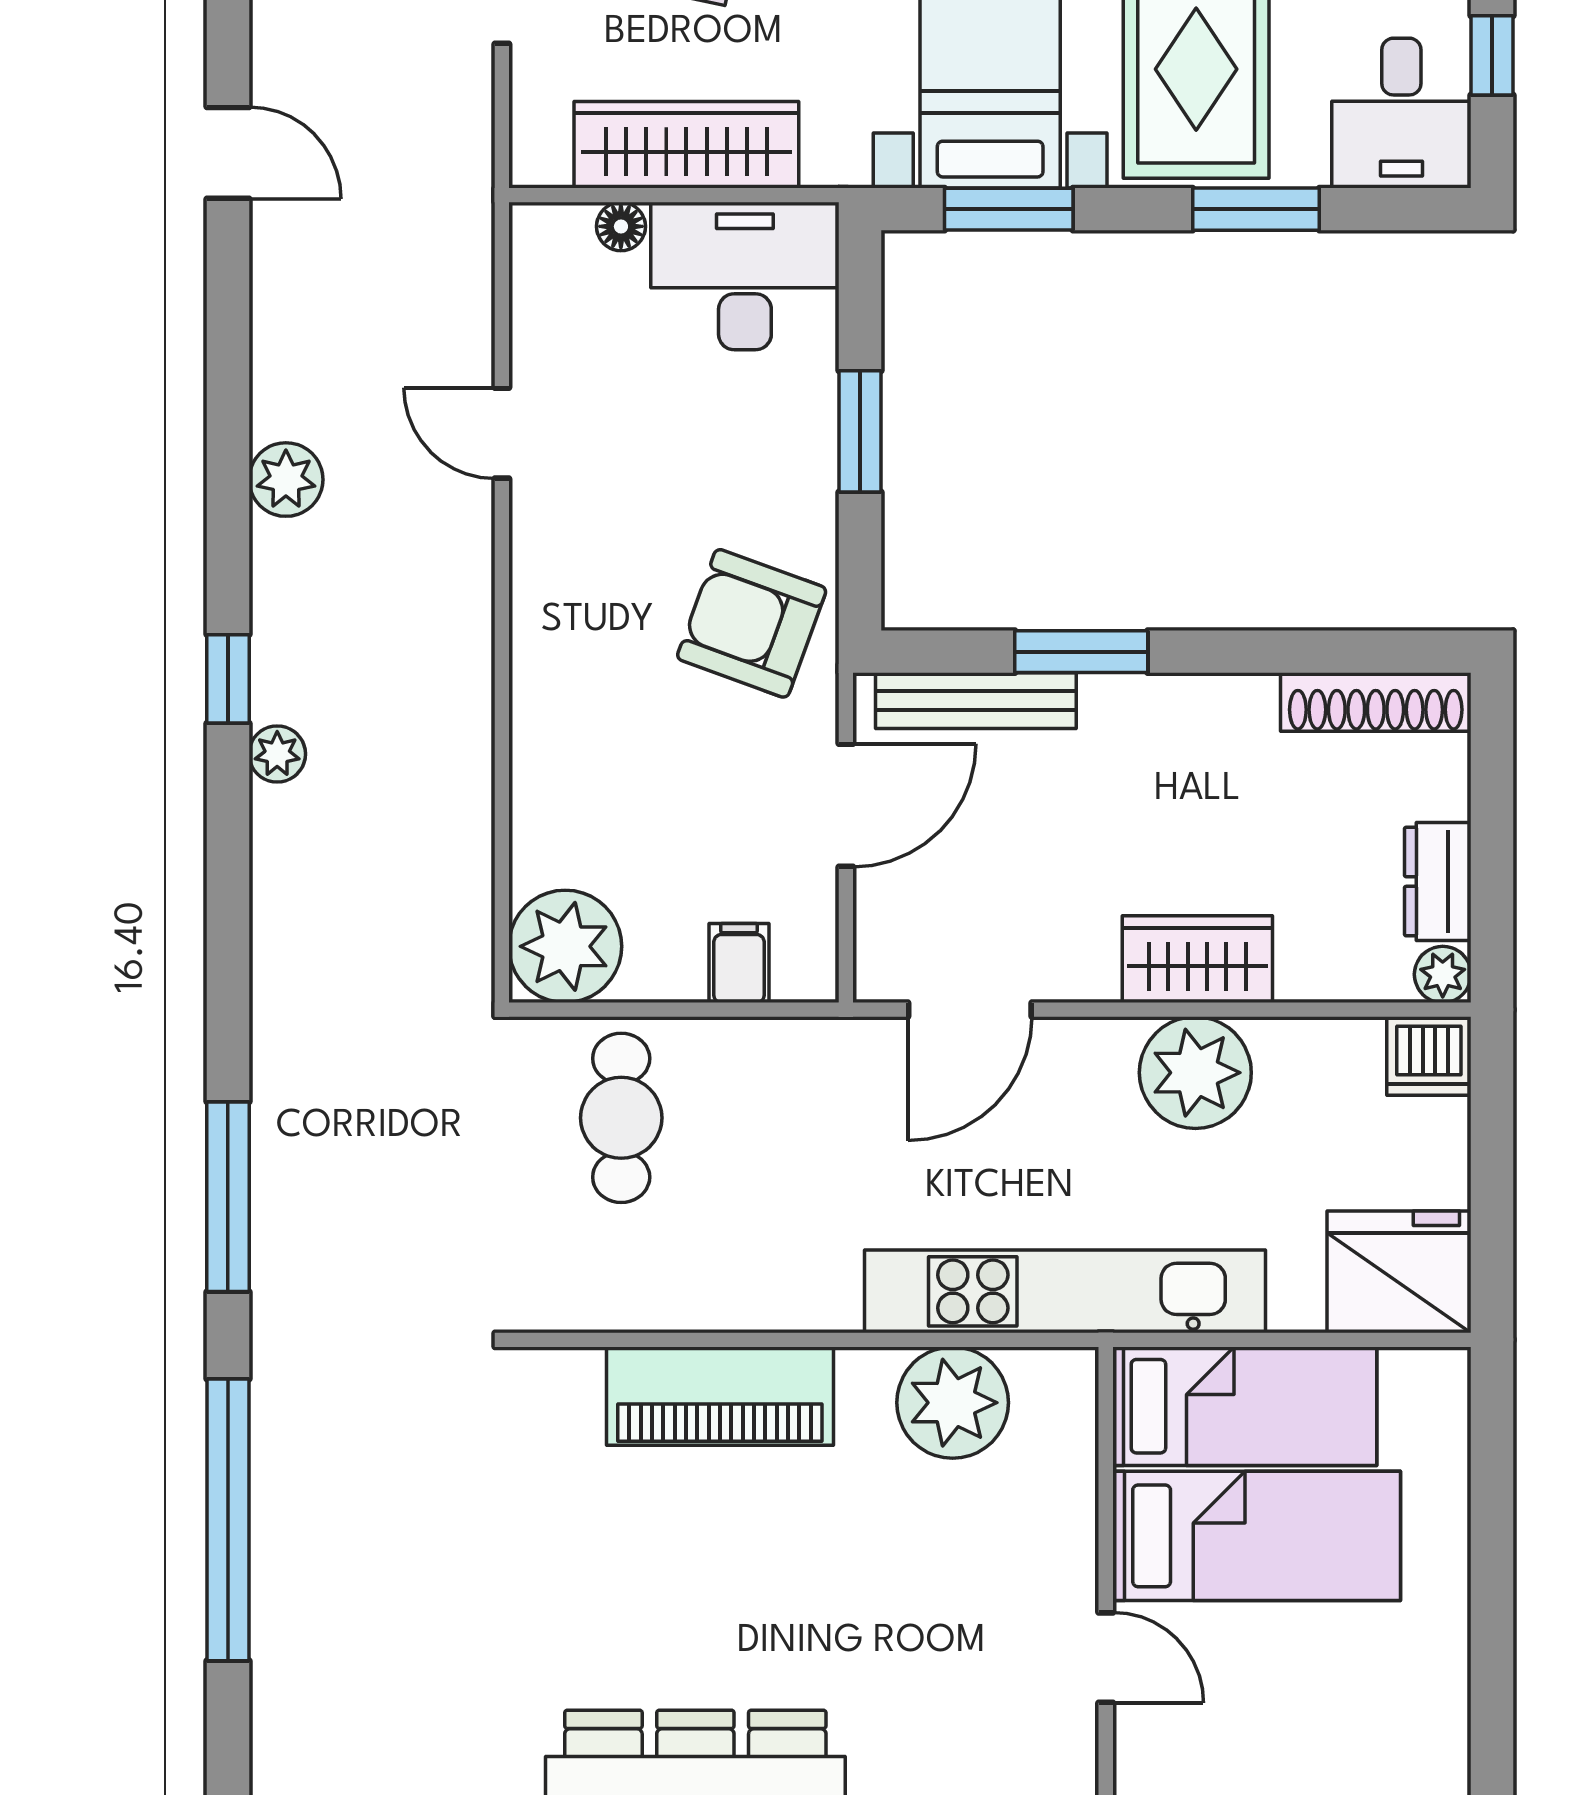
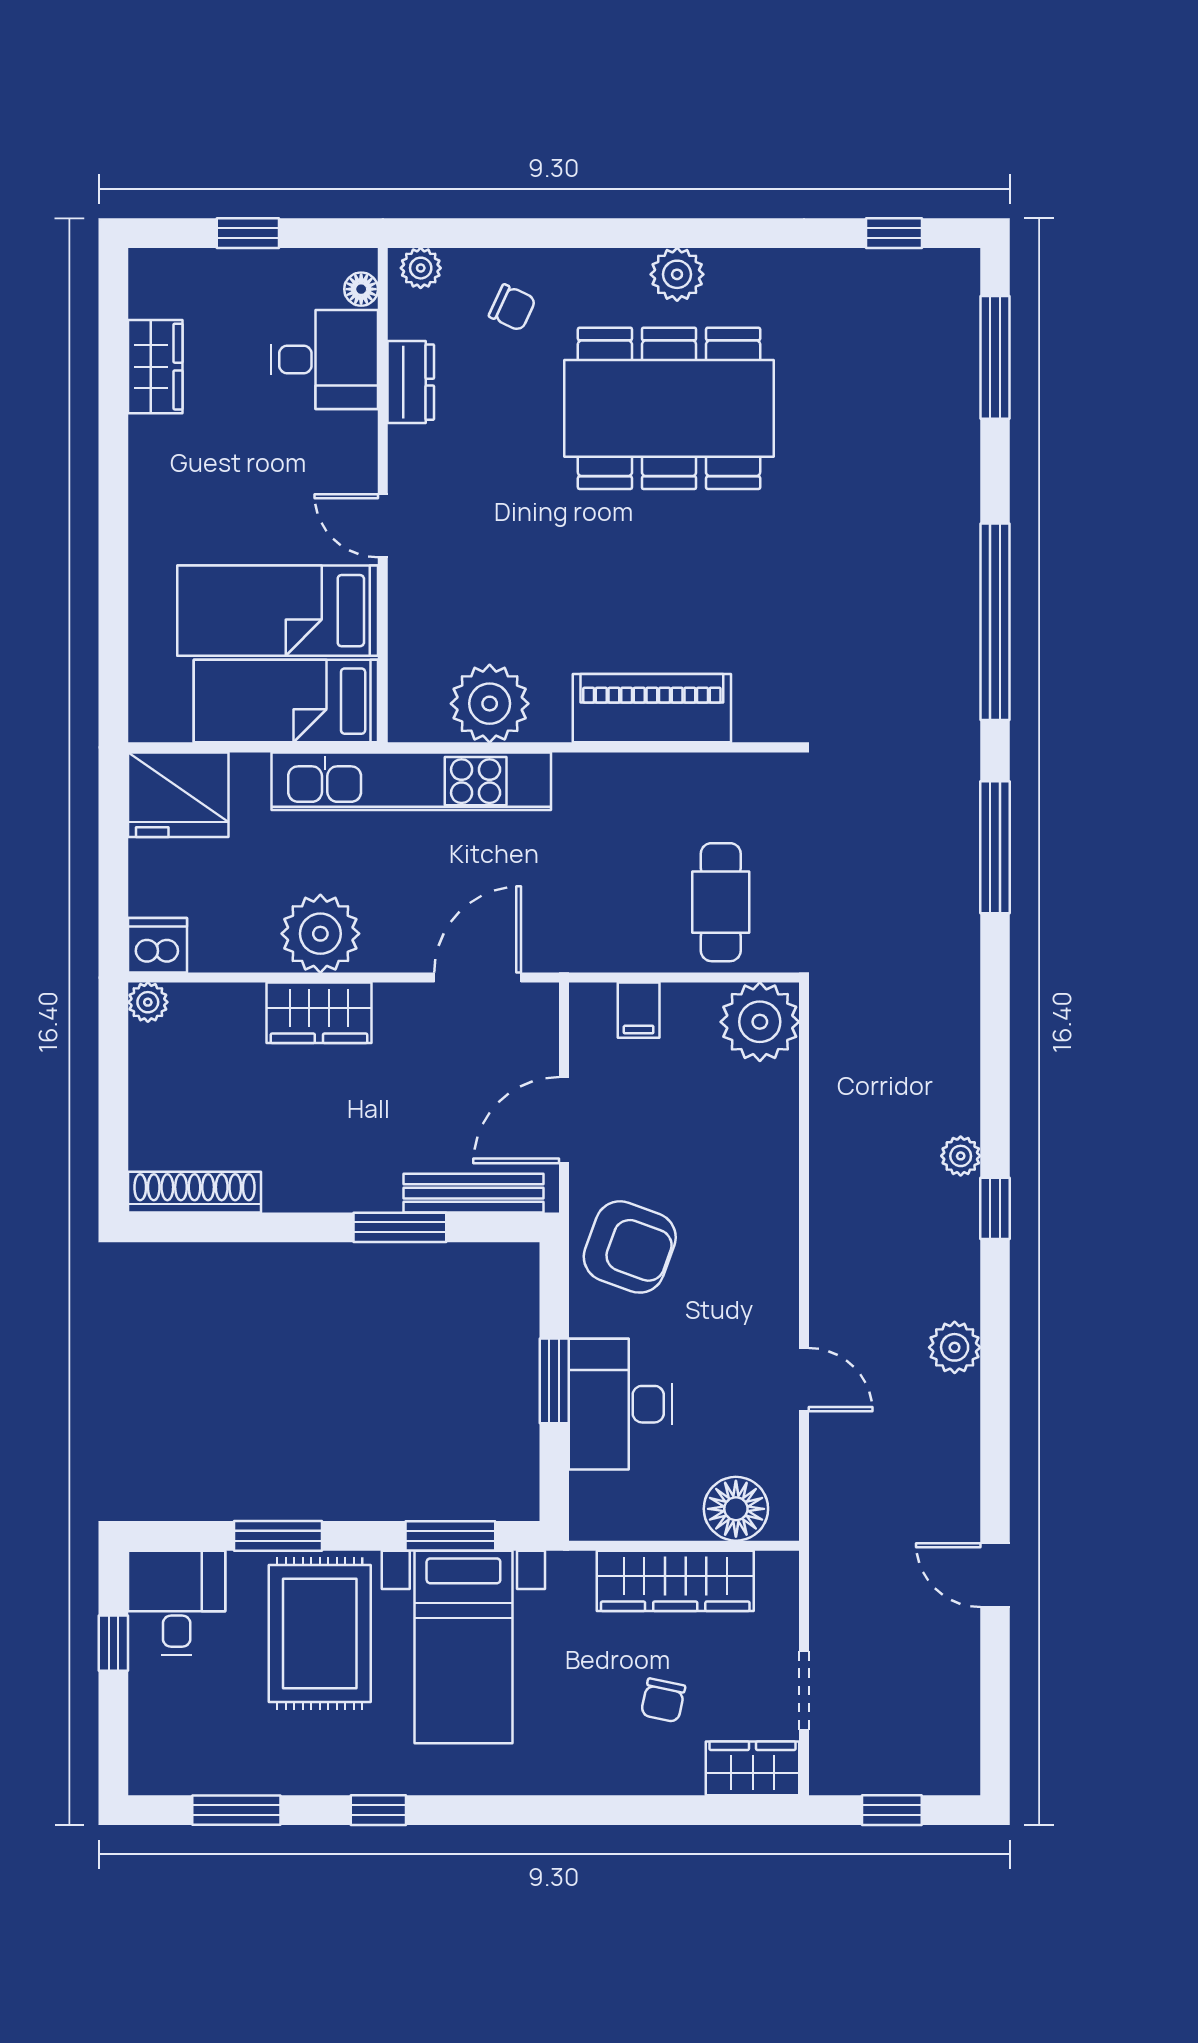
floor lamp: (621, 226) -> (736, 1509), width x1.89, depth x1.89
desk: (745, 276) -> (620, 1404), moved, turned 90
dresser: (1438, 882) -> (151, 1067), removed

